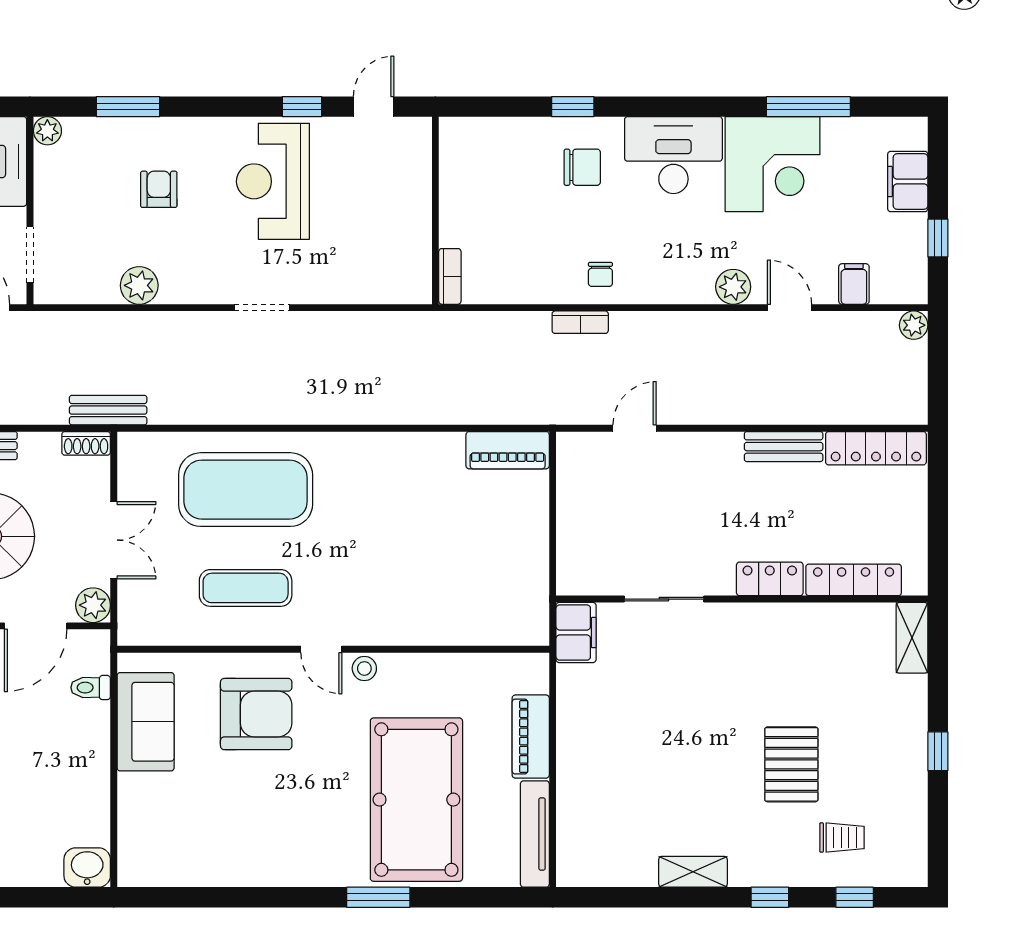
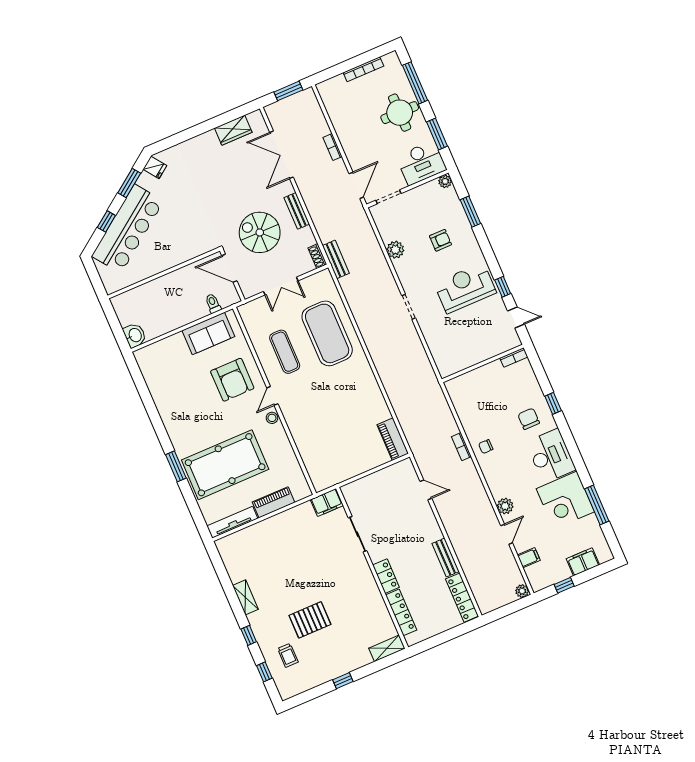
chair: (582, 167) -> (529, 419), turned 180
bookcase: (450, 276) -> (514, 357), moved
plant: (93, 605) -> (249, 289), removed

